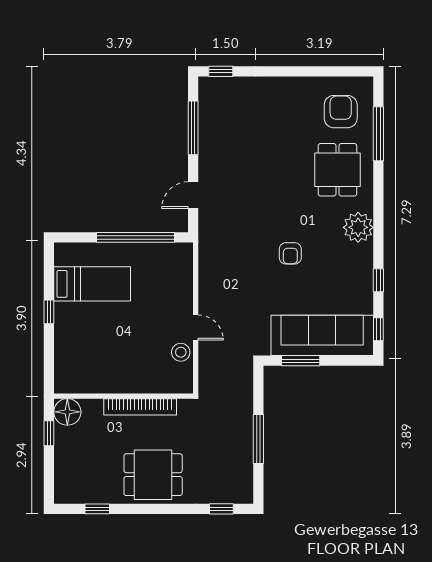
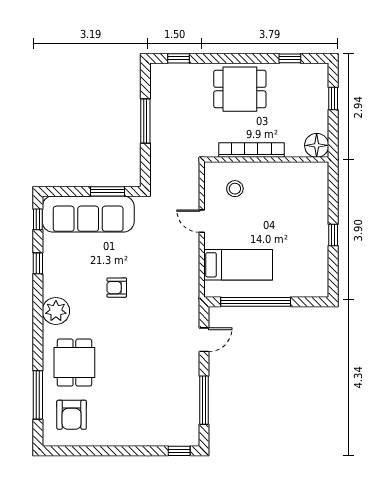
armchair: (290, 253) -> (117, 288), turned -90
bed: (92, 284) -> (238, 265), moved, turned 180
stool: (181, 352) -> (235, 189), moved
window: (49, 433) -> (333, 98), moved

